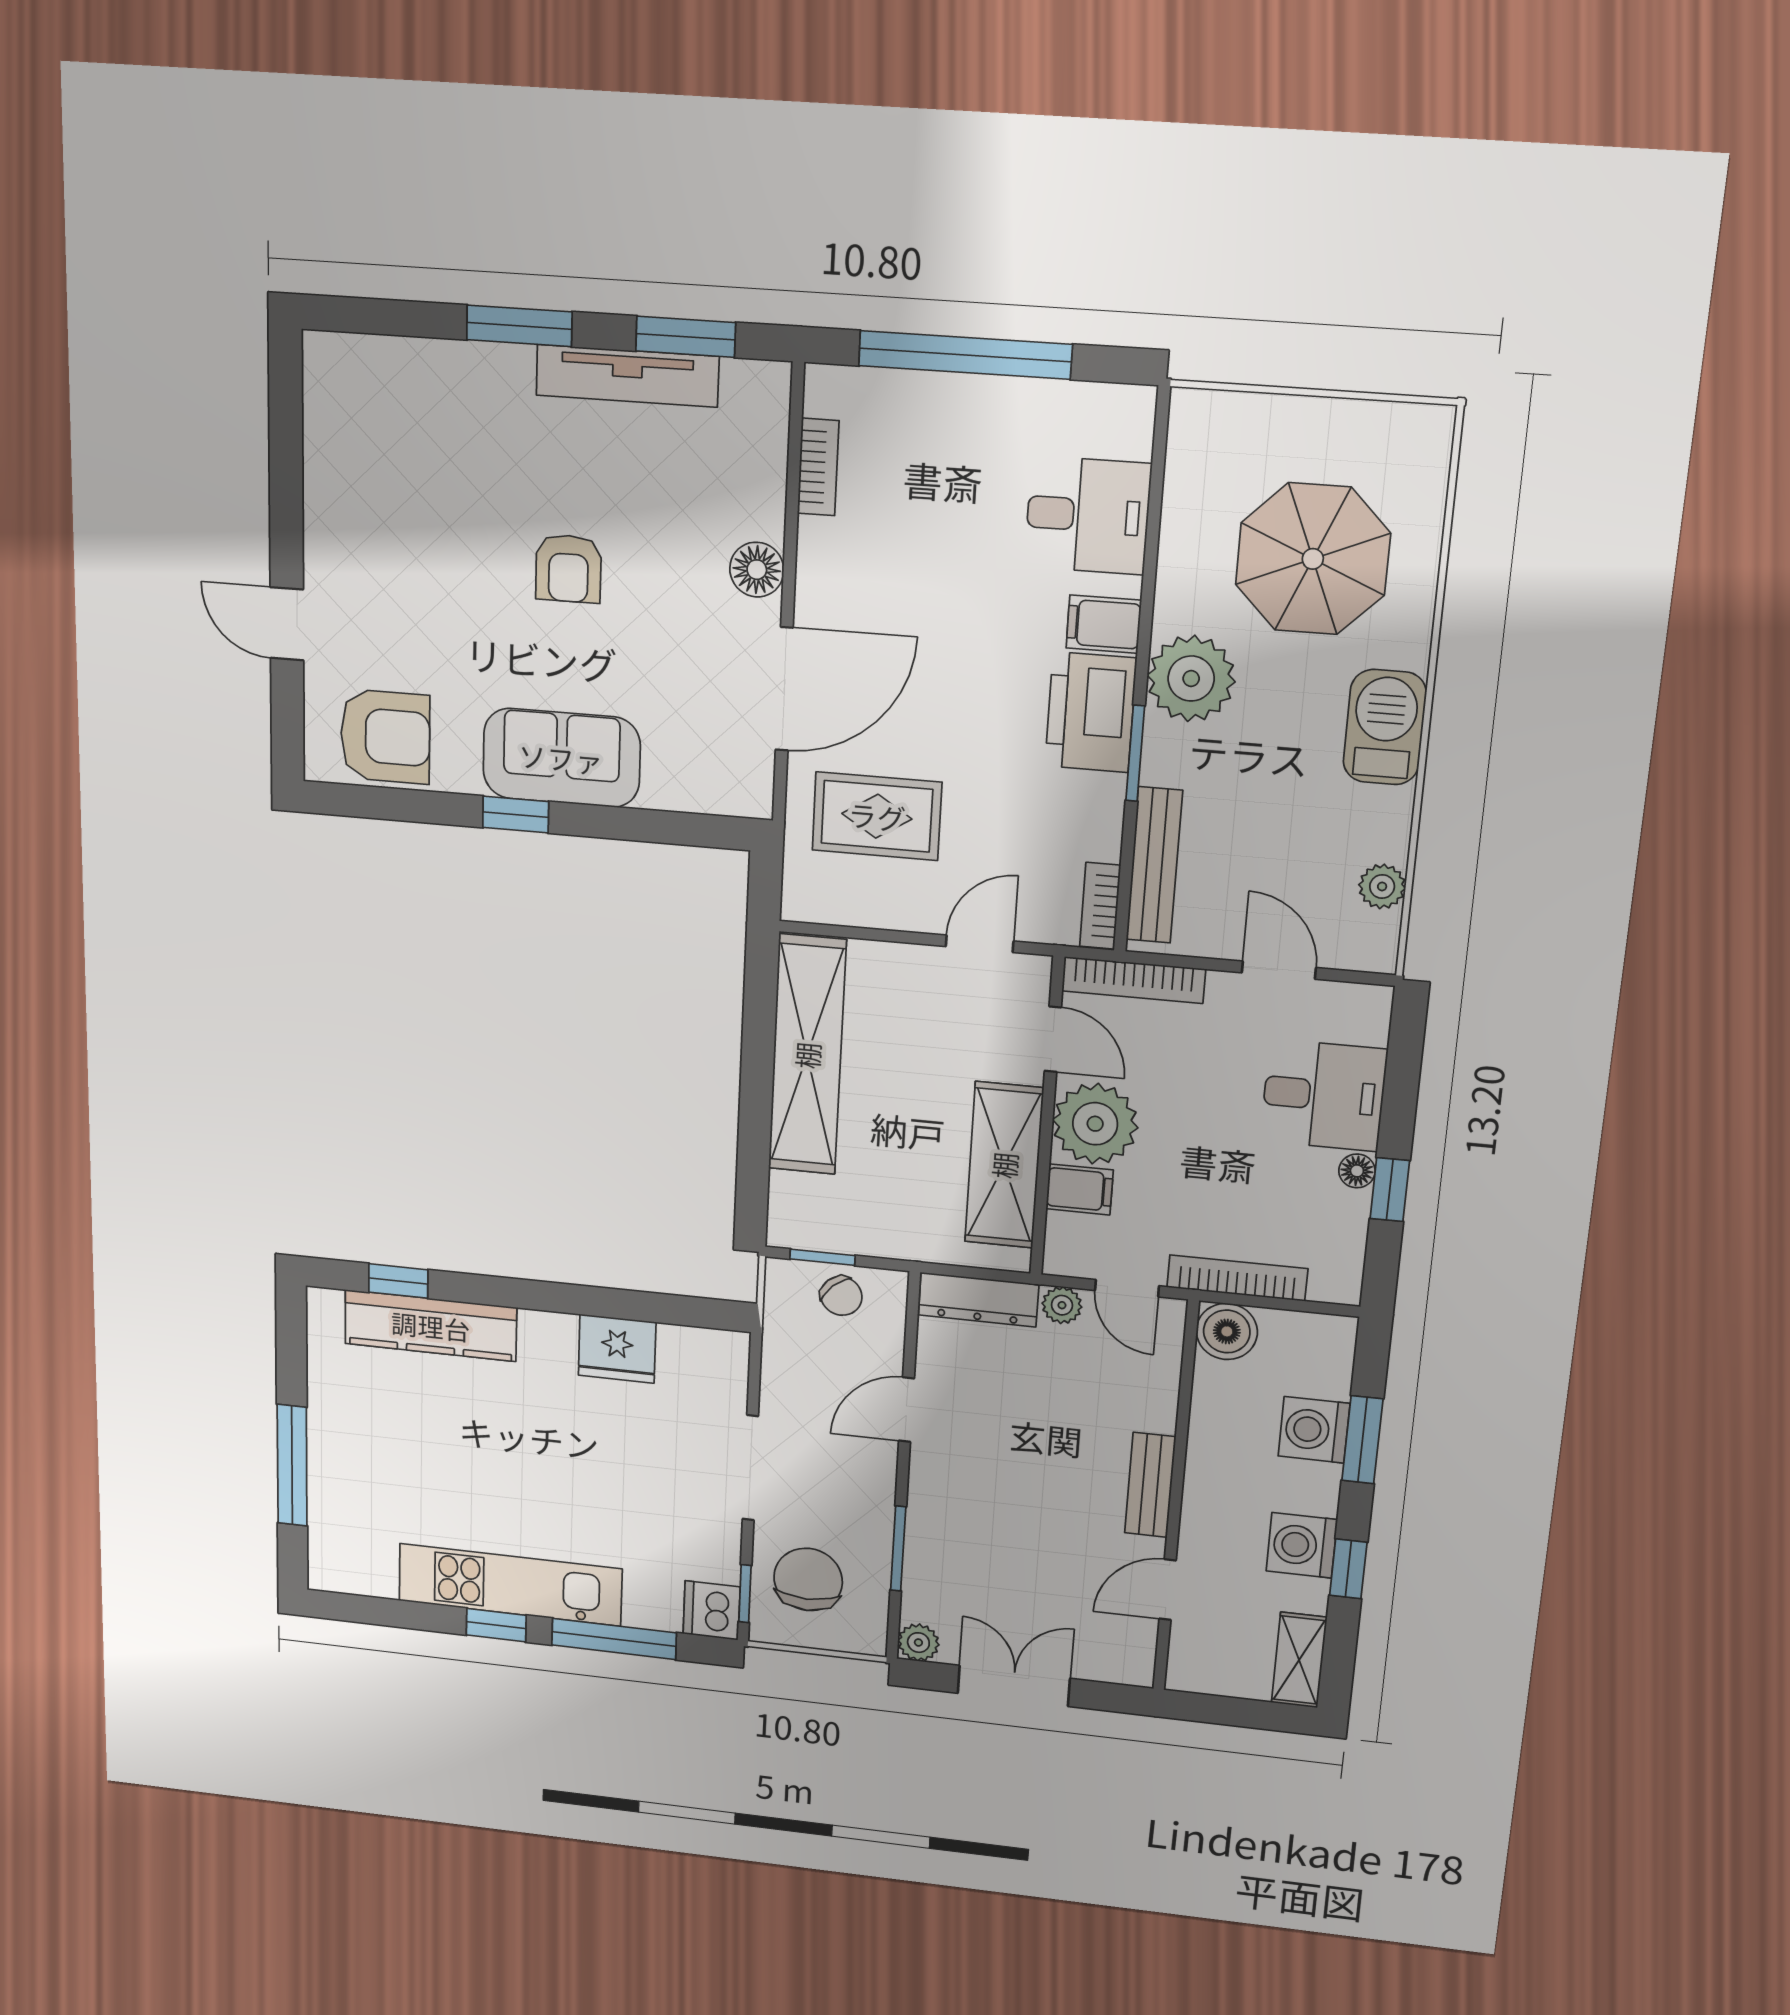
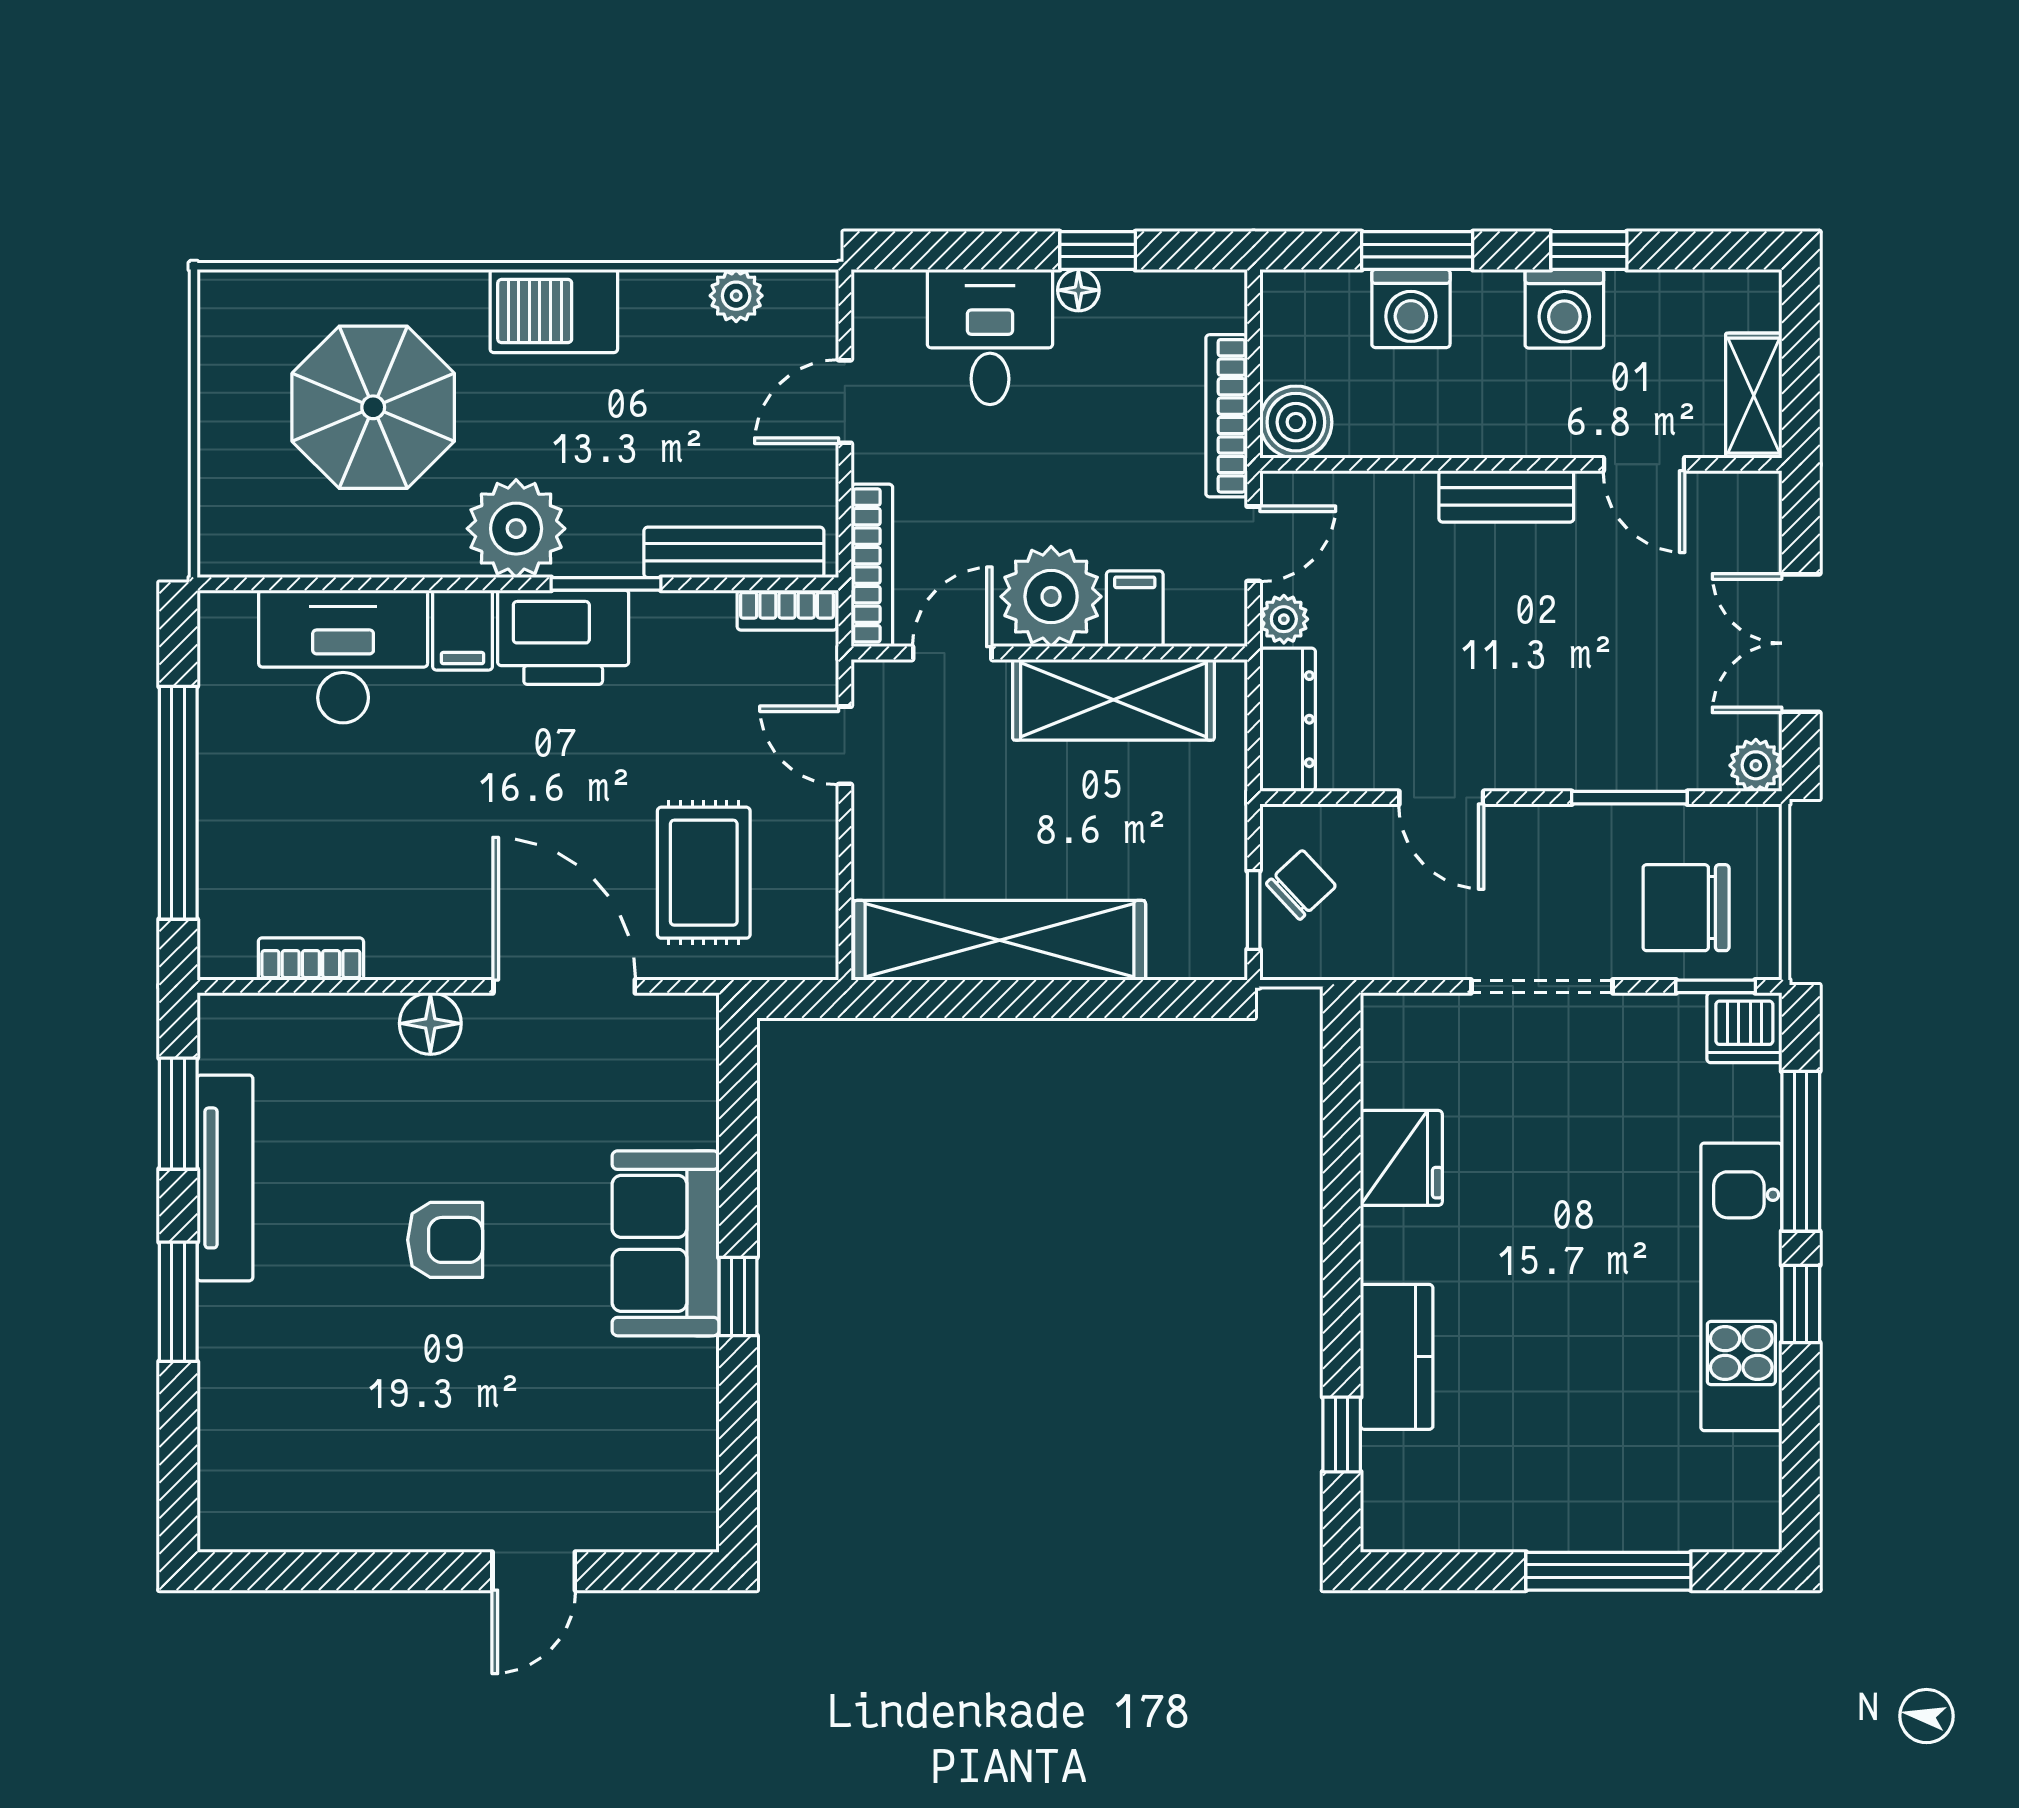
desk: (1088, 515) -> (343, 657), width x1.37
armchair: (385, 737) -> (658, 1454), removed
kitchen counter: (431, 1326) -> (1397, 1357), width x0.67
shelving: (1299, 1660) -> (1754, 396), moved, turned 90

